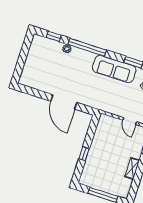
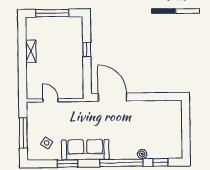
door: (64, 102) -> (113, 97), moved

